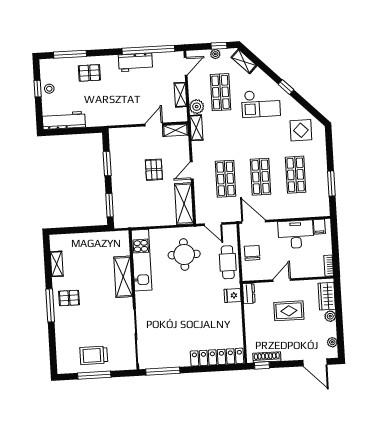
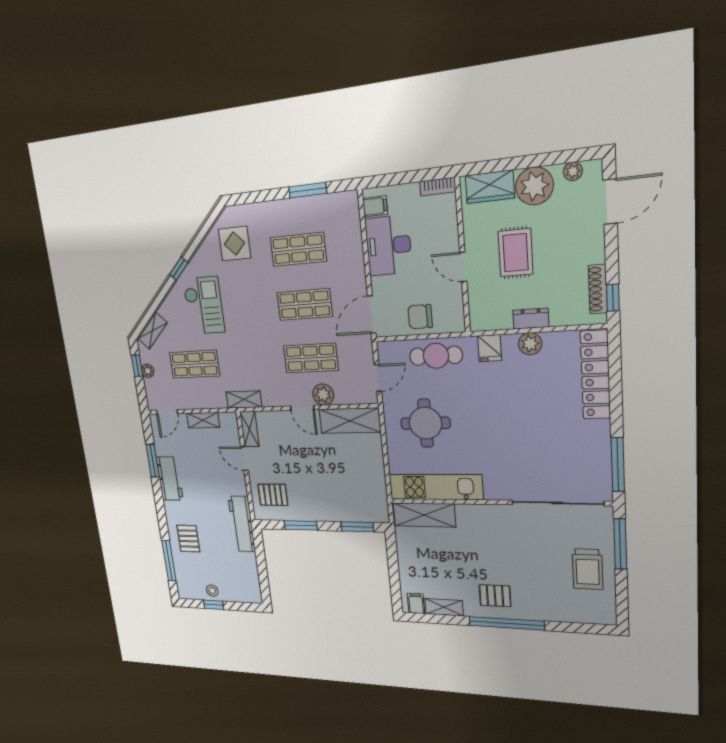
window: (148, 50) -> (153, 461), width x0.47
door: (186, 66) -> (167, 412), swing flipped
plant: (197, 107) -> (323, 395), moved
workbench: (64, 120) -> (242, 524), moved
pallet: (154, 170) -> (273, 495), moved
filing cabinet: (57, 245) -> (416, 603), added
shelving: (123, 277) -> (424, 515), moved
dresser: (249, 293) -> (531, 319), moved
pallet: (69, 298) -> (495, 596), turned 90
window: (50, 305) -> (507, 623), width x1.46
plant: (330, 316) -> (534, 186), width x1.88, depth x1.88
plant: (235, 319) -> (530, 344), added
window: (94, 375) -> (620, 544), moved

